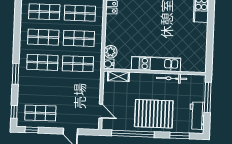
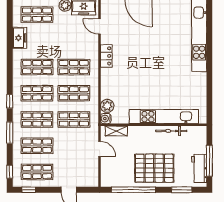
window: (17, 44) -> (10, 101), added
kitchen unit: (156, 64) -> (164, 117), width x1.36
shop shelf: (41, 88) -> (37, 146), added
window: (208, 97) -> (209, 161), moved
door: (101, 111) -> (99, 149), moved

